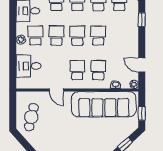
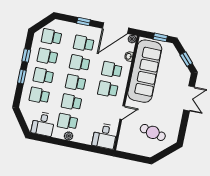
window: (142, 20) -> (84, 22), moved
school desk: (119, 36) -> (84, 43), added
door: (142, 65) -> (115, 28), width x1.88
desk: (29, 66) -> (105, 136), moved
cafe table: (31, 117) -> (153, 132), moved

